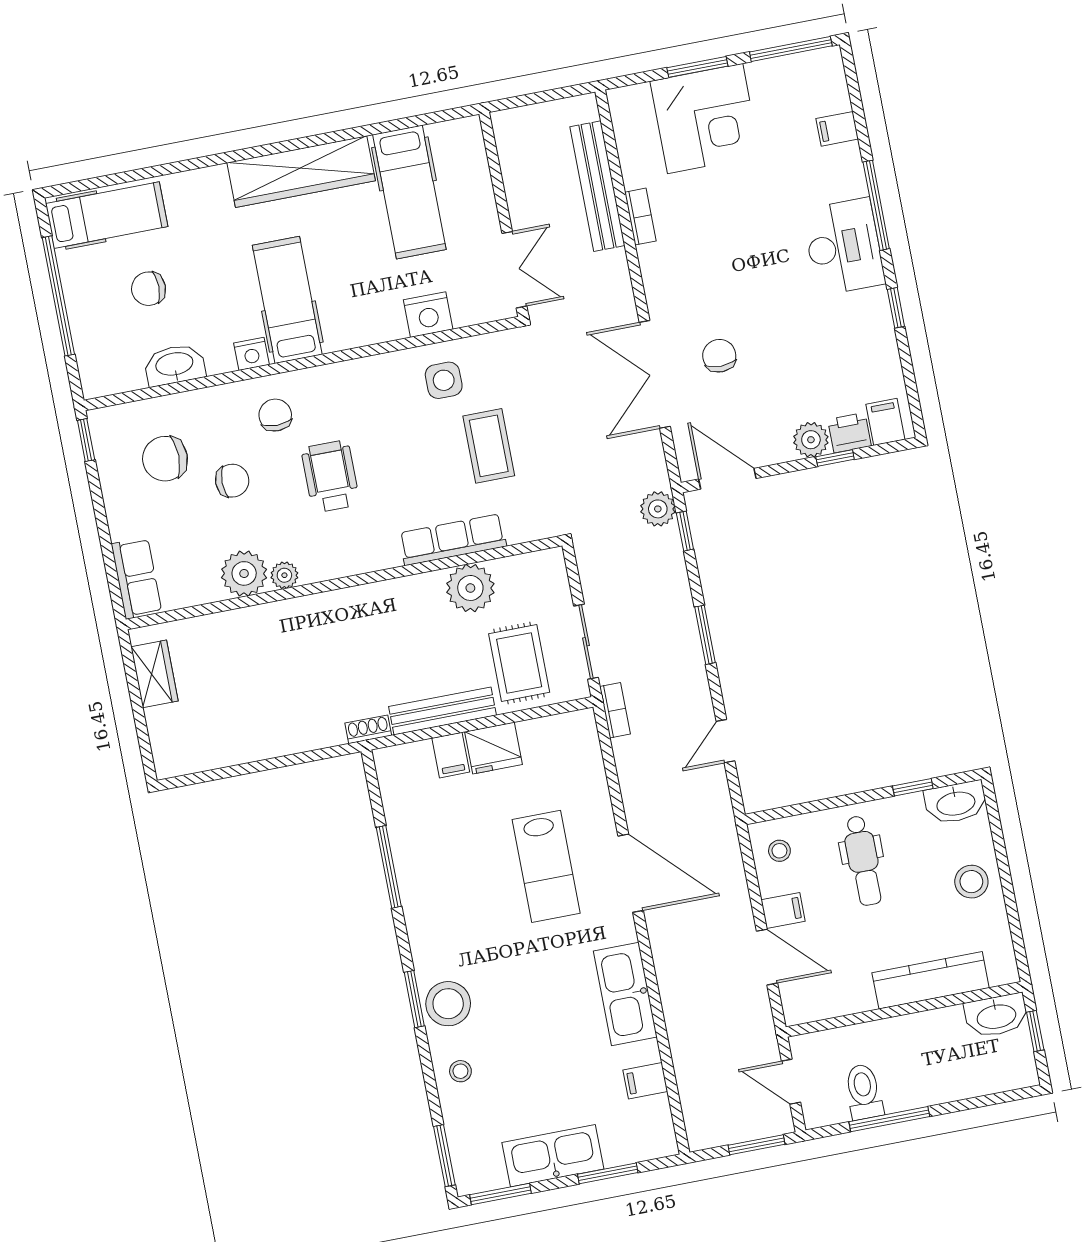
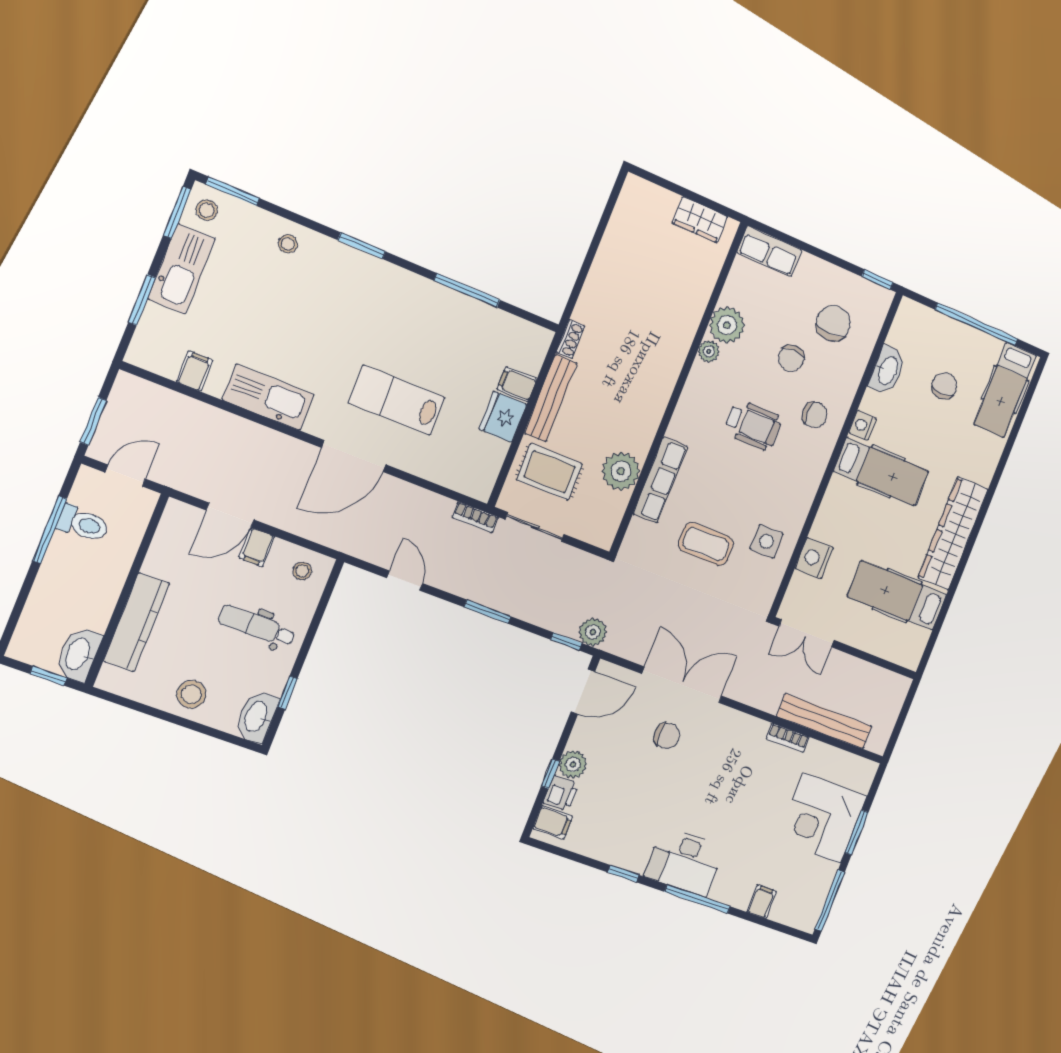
stool: (448, 1004) -> (207, 210), moved, width x0.53, depth x0.53

